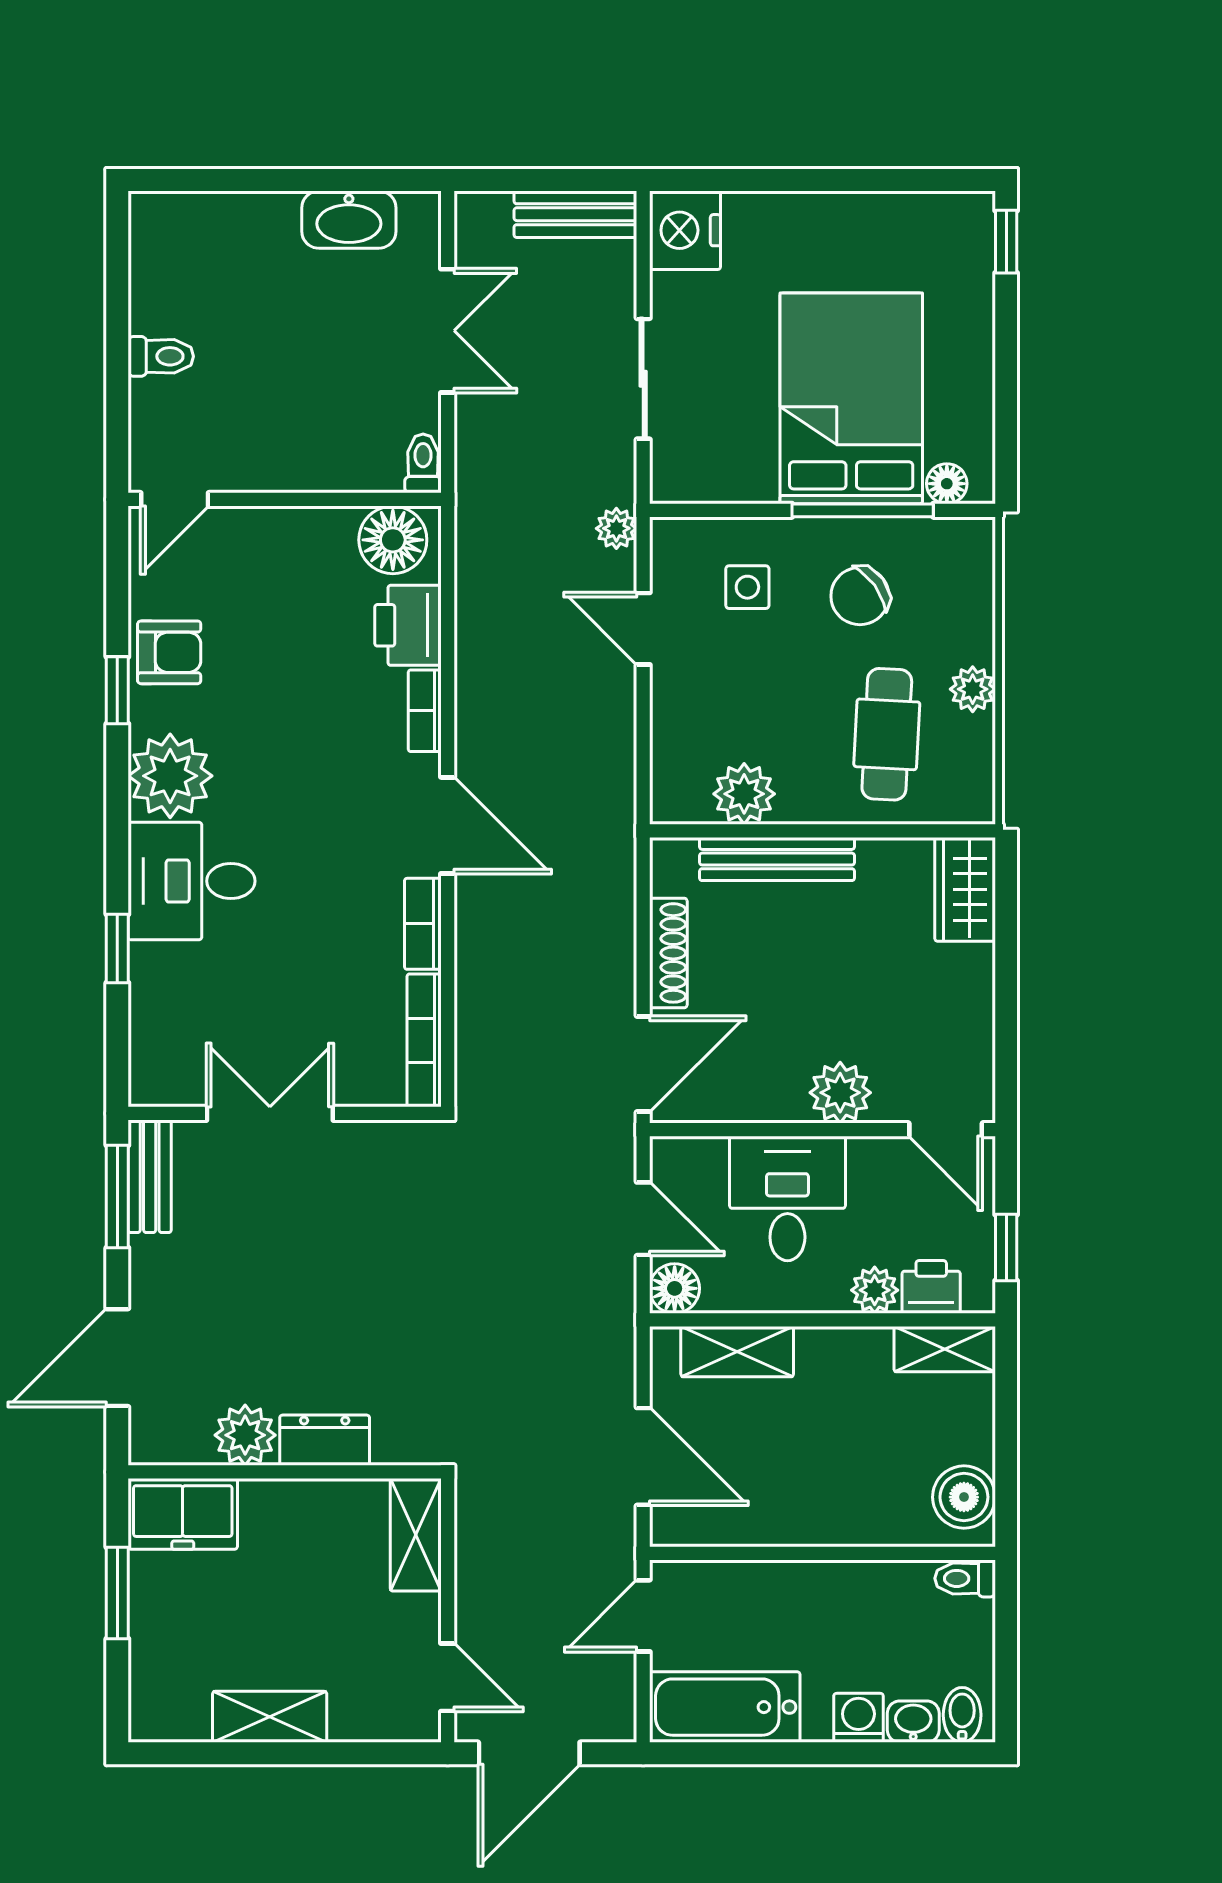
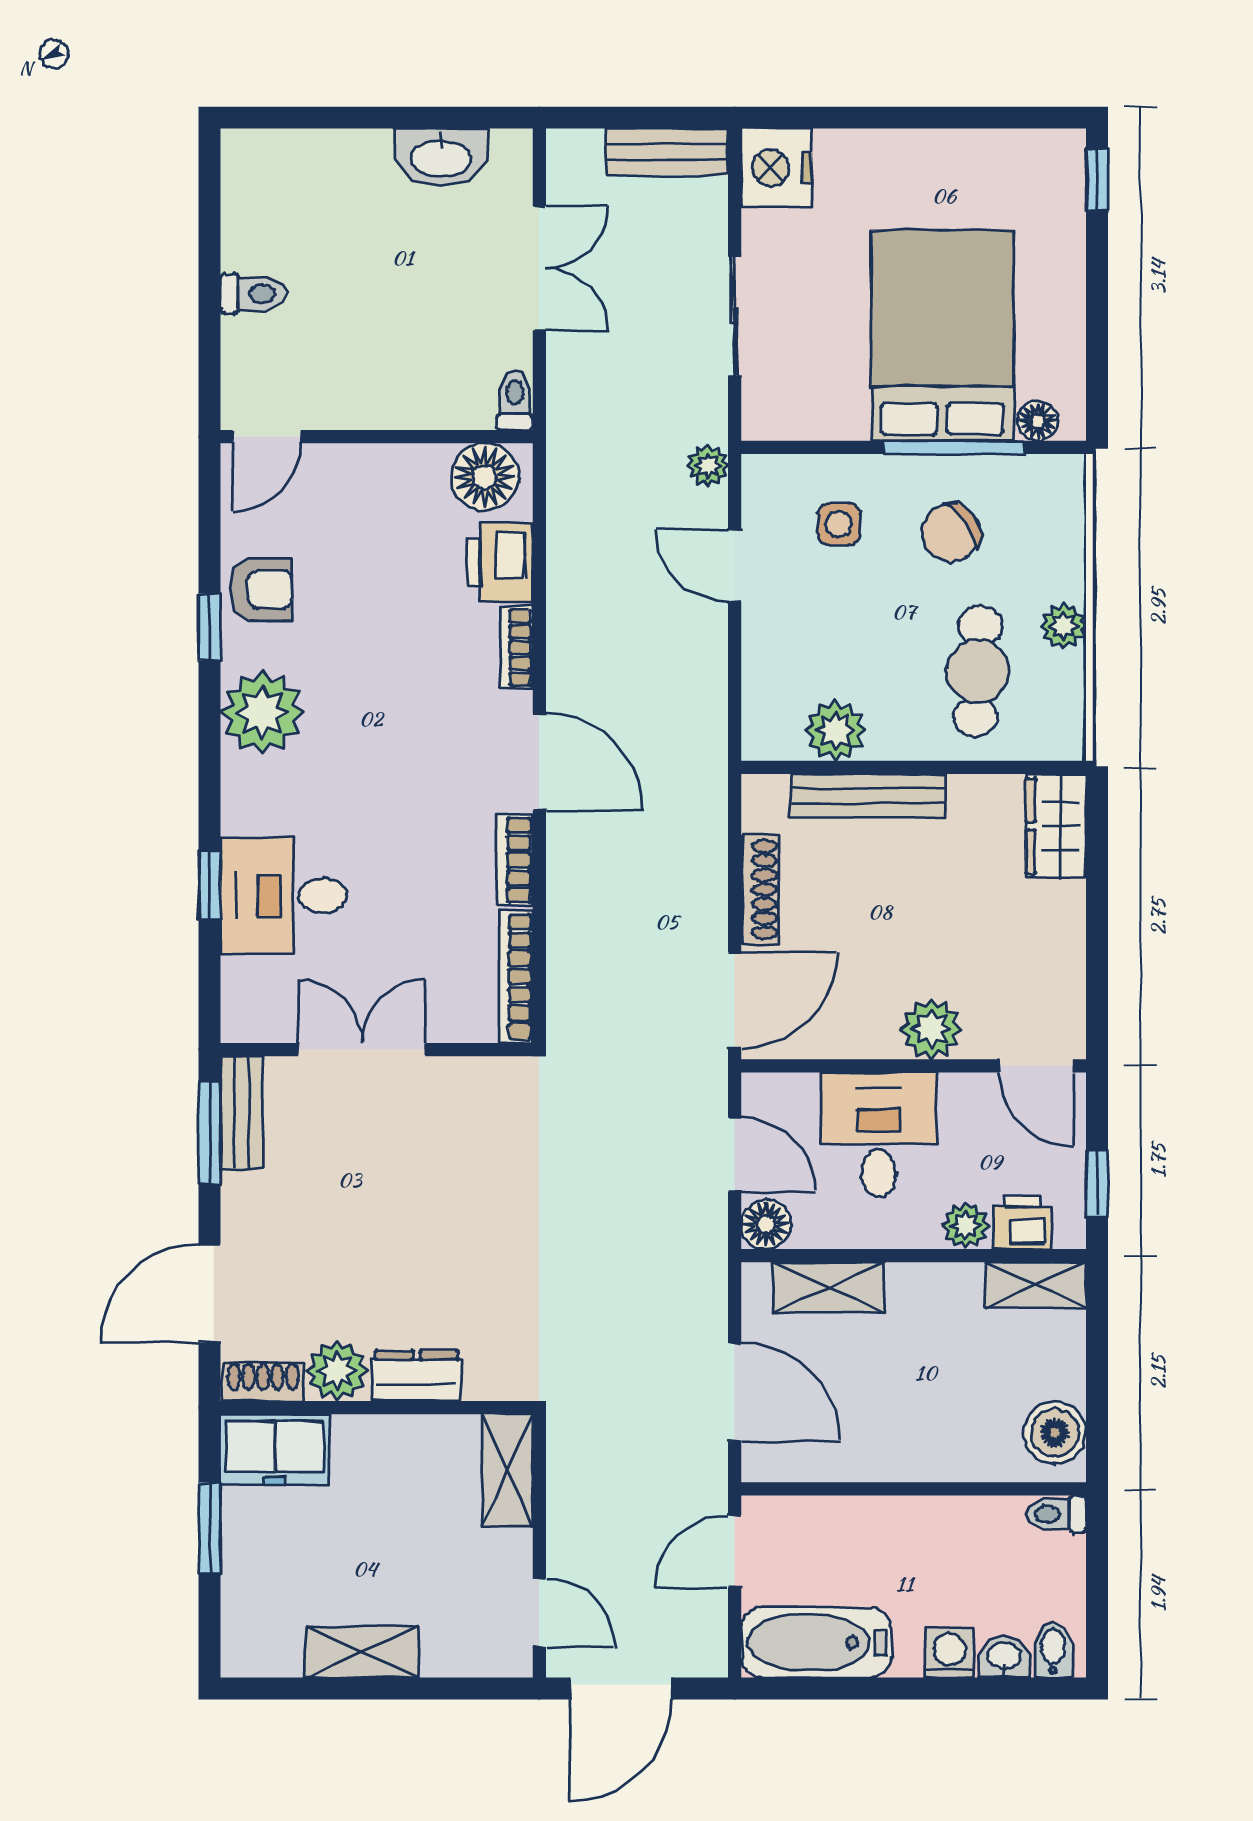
desk: (192, 881) -> (284, 896), moved
shoe rack: (171, 1446) -> (263, 1382), added

